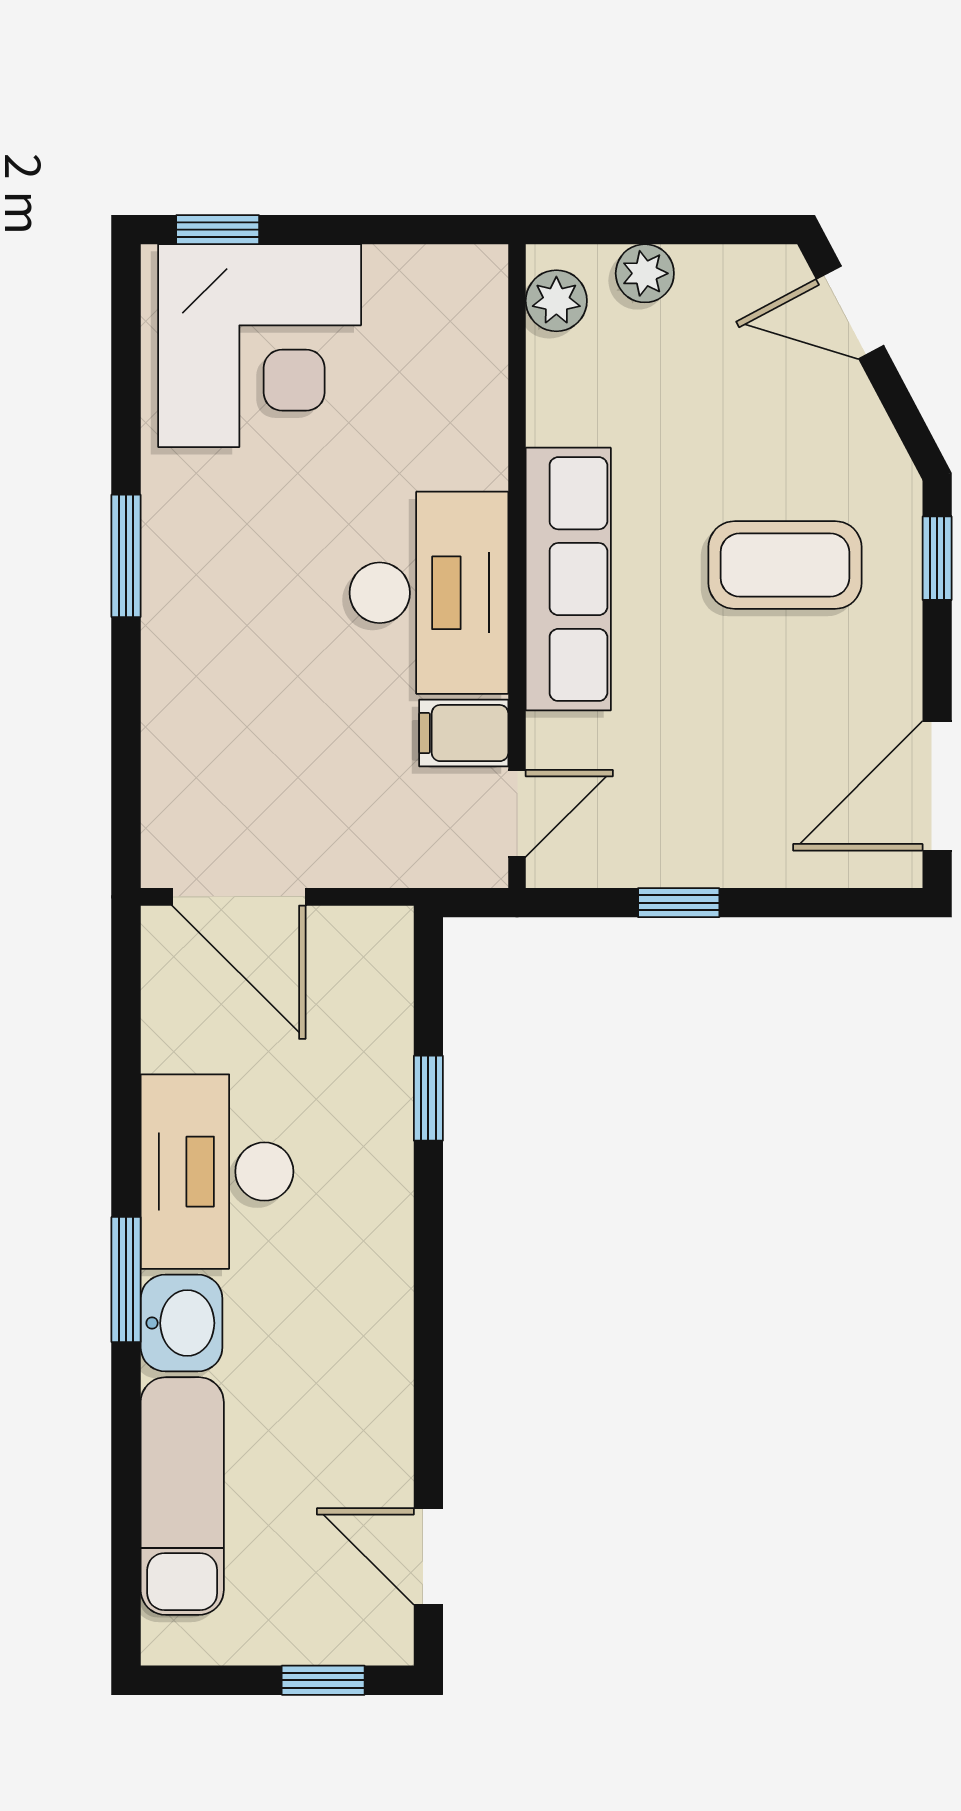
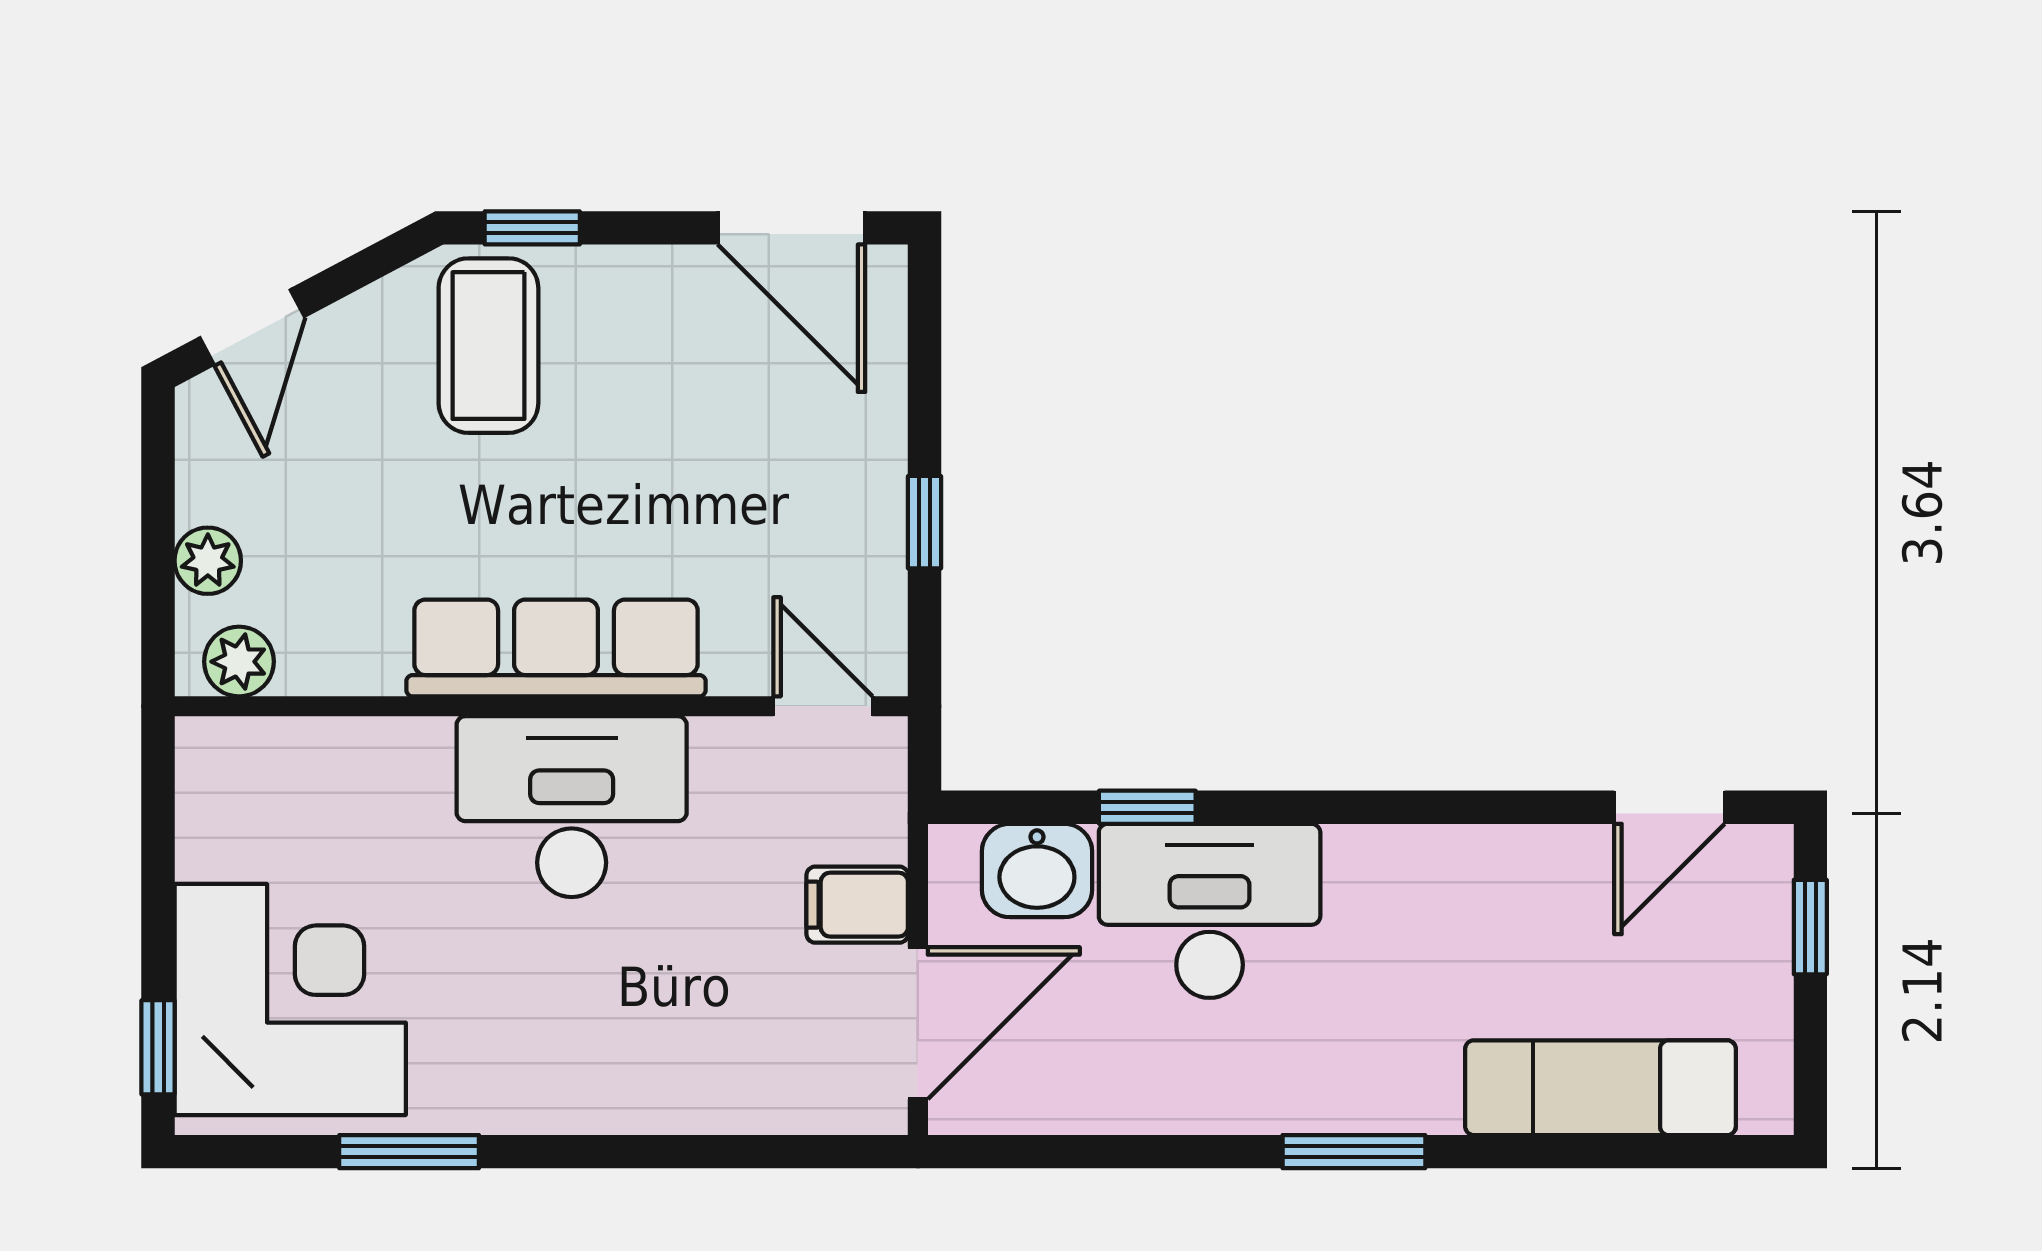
window: (126, 556) -> (409, 1152), moved
coffee table: (785, 565) -> (488, 346), moved
filing cabinet: (464, 733) -> (857, 905), moved, turned 90
desk: (217, 1172) -> (1210, 911), moved, turned 180
washbasin: (182, 1323) -> (1037, 871), moved, turned 180

